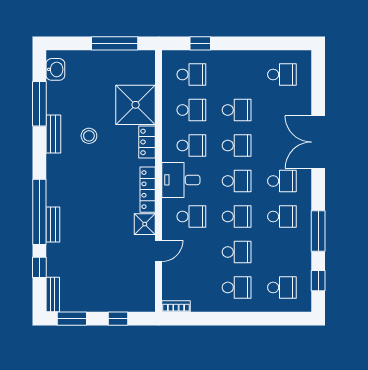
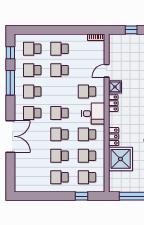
school desk: (282, 75) -> (60, 177), moved
locker: (148, 190) -> (113, 103), width x0.66
school desk: (237, 216) -> (32, 70), moved

